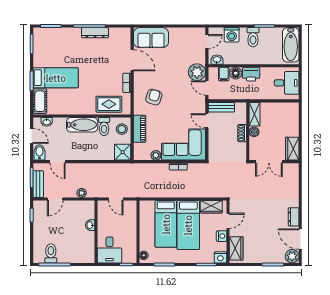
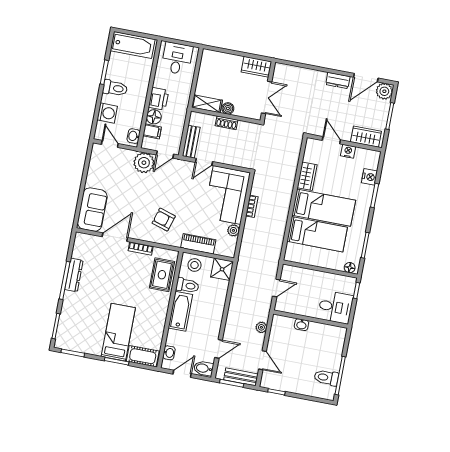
door: (228, 221) -> (331, 140), moved
wall: (228, 232) -> (344, 143), moved
nightstand: (222, 236) -> (348, 151), moved
wardrobe: (236, 248) -> (366, 137), moved

